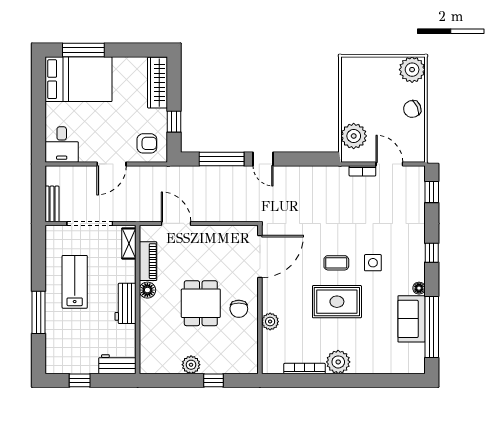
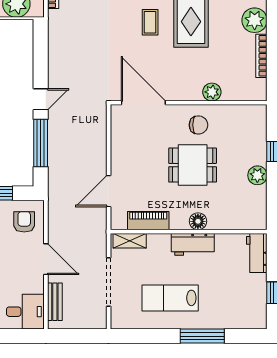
bench: (52, 204) -> (55, 302), moved, turned 90
floor lamp: (147, 290) -> (198, 221), moved

